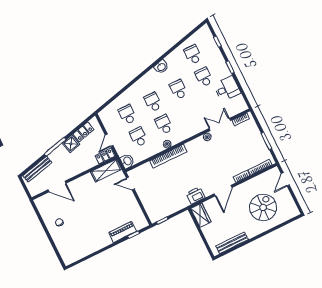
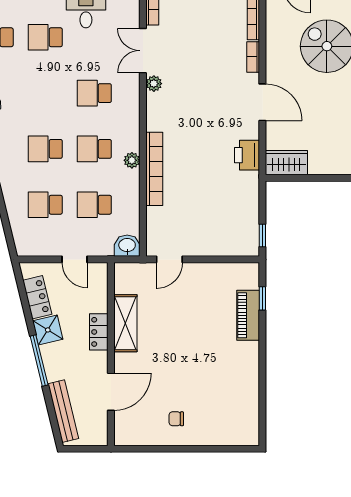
school desk: (178, 89) -> (94, 93), moved
locker: (105, 156) -> (99, 332), moved
shelving: (106, 170) -> (125, 323), moved

